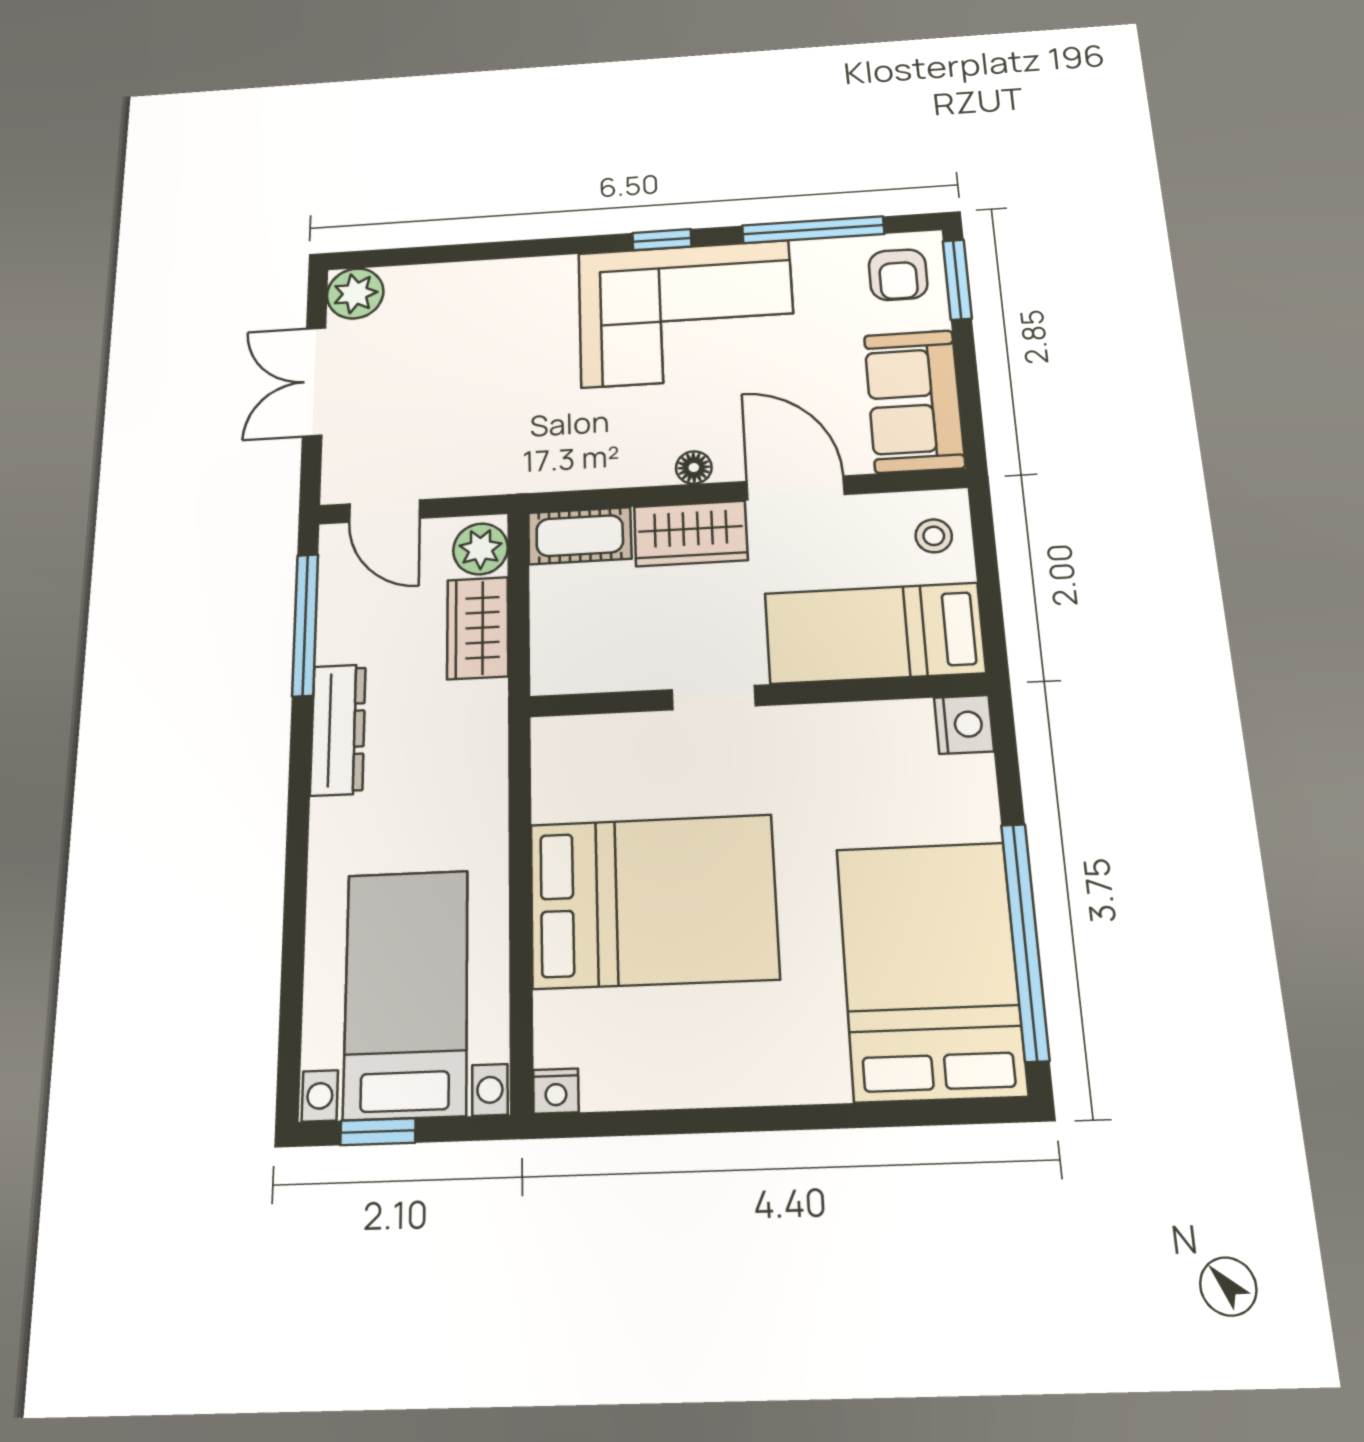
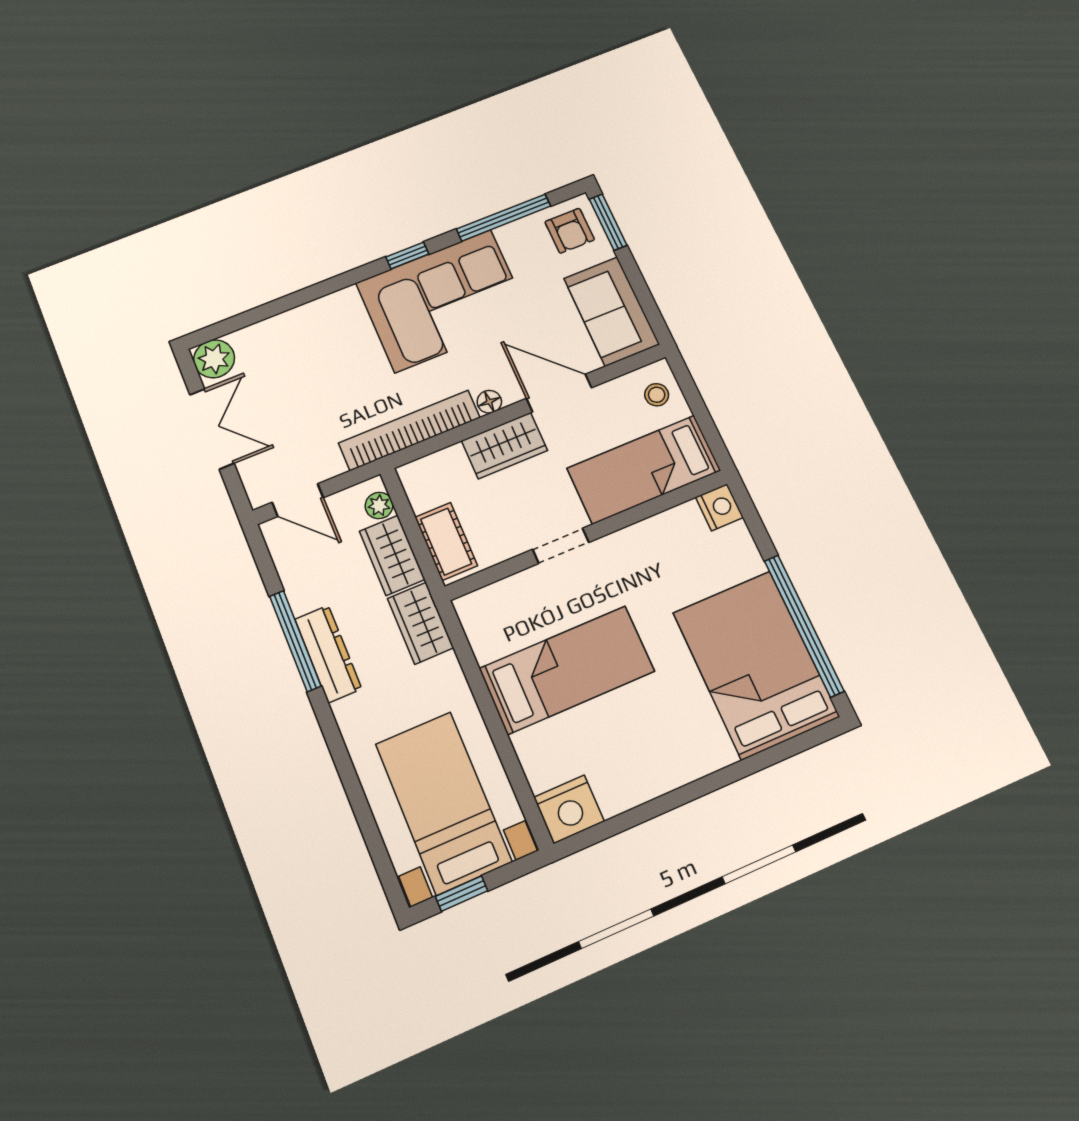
double door: (314, 382) -> (212, 429), swing flipped
bookcase: (570, 470) -> (409, 430), added
cot: (580, 536) -> (446, 541), moved, turned 90
plant: (480, 549) -> (379, 506), width x0.73, depth x0.73
window: (305, 625) -> (295, 641), moved
wardrobe: (478, 734) -> (421, 623), added
bed: (653, 901) -> (567, 670), width x0.67
nightstand: (556, 1091) -> (569, 809), width x1.89, depth x1.79

